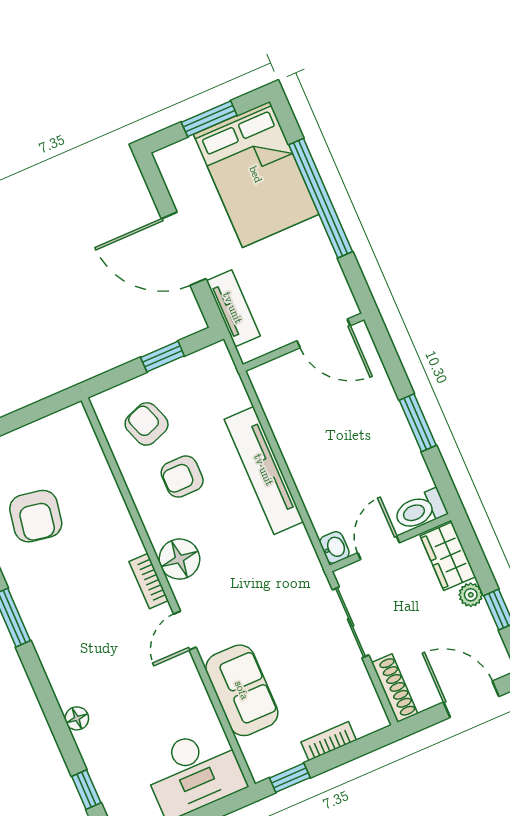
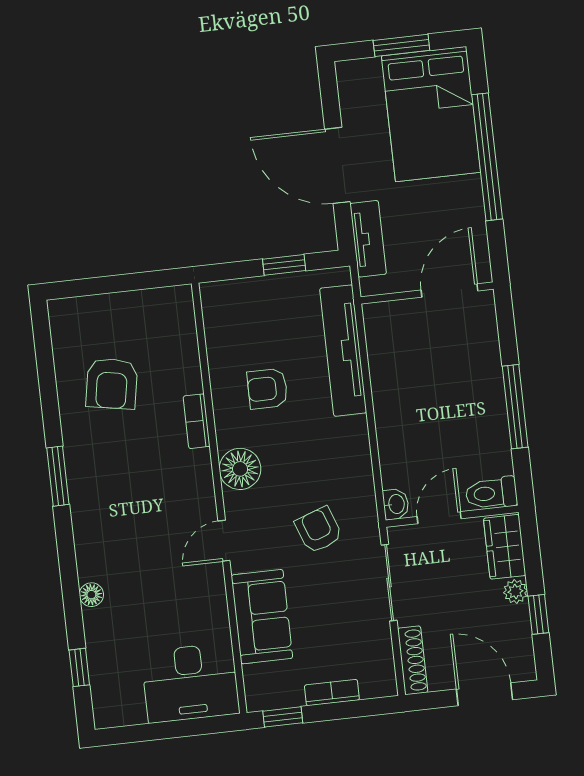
door: (324, 333) -> (450, 291), swing flipped
window: (418, 423) -> (515, 407), width x1.44
armchair: (147, 424) -> (319, 530), moved
tv unit: (264, 470) -> (343, 351), moved
bookcase: (149, 581) -> (197, 421), moved

